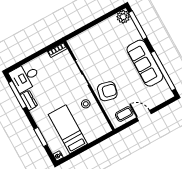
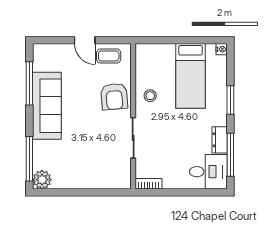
window: (163, 71) -> (29, 83), width x0.68
armchair: (107, 91) -> (114, 97), turned -108
window: (41, 137) -> (230, 100), moved

